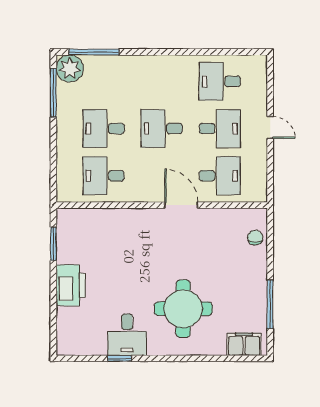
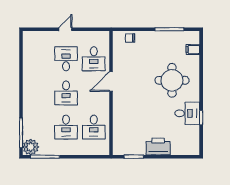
desk: (220, 81) -> (38, 59), removed
desk: (220, 176) -> (94, 59), turned 180
filing cabinet: (244, 344) -> (193, 50), width x0.50

